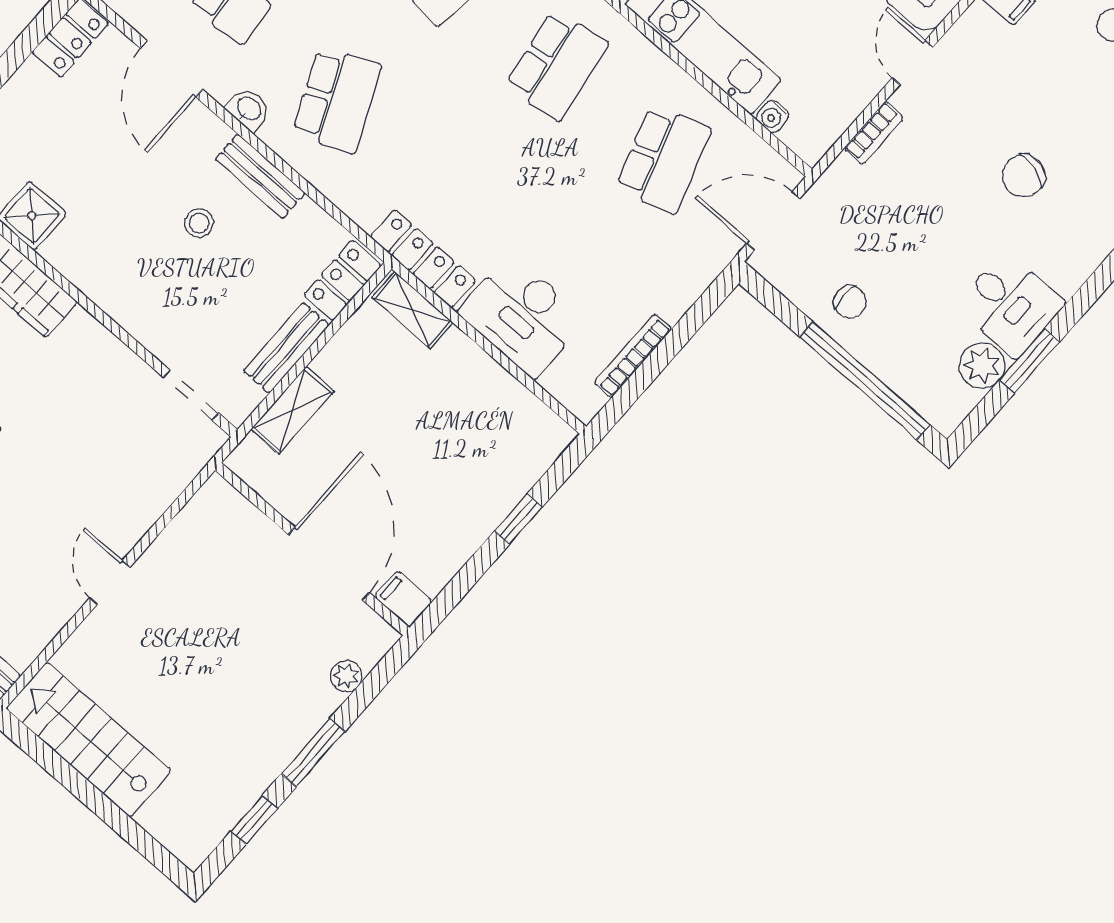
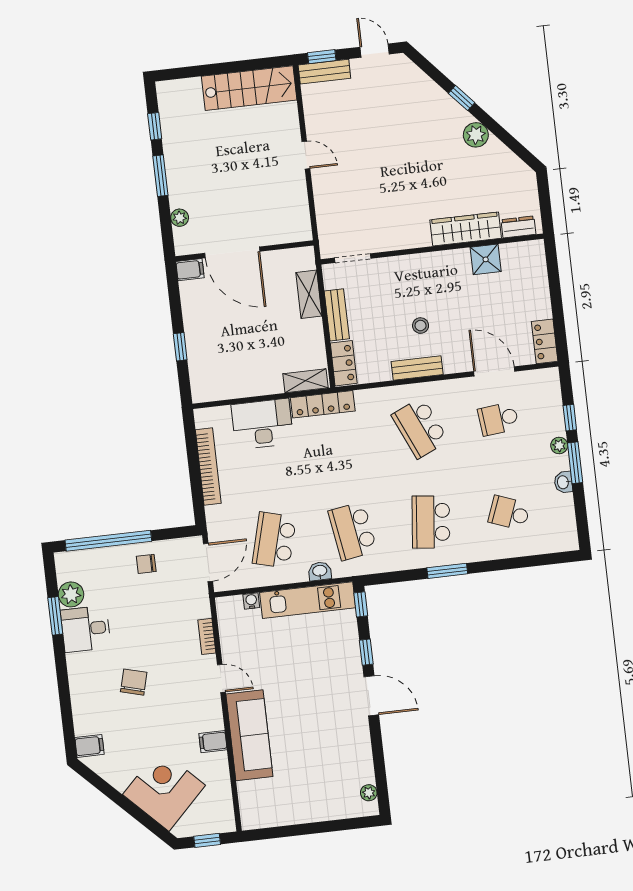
washbasin: (249, 109) -> (320, 571), moved, turned 180
school desk: (663, 159) -> (274, 540), turned 33
bookcase: (633, 356) -> (208, 467), width x1.48, depth x1.31

